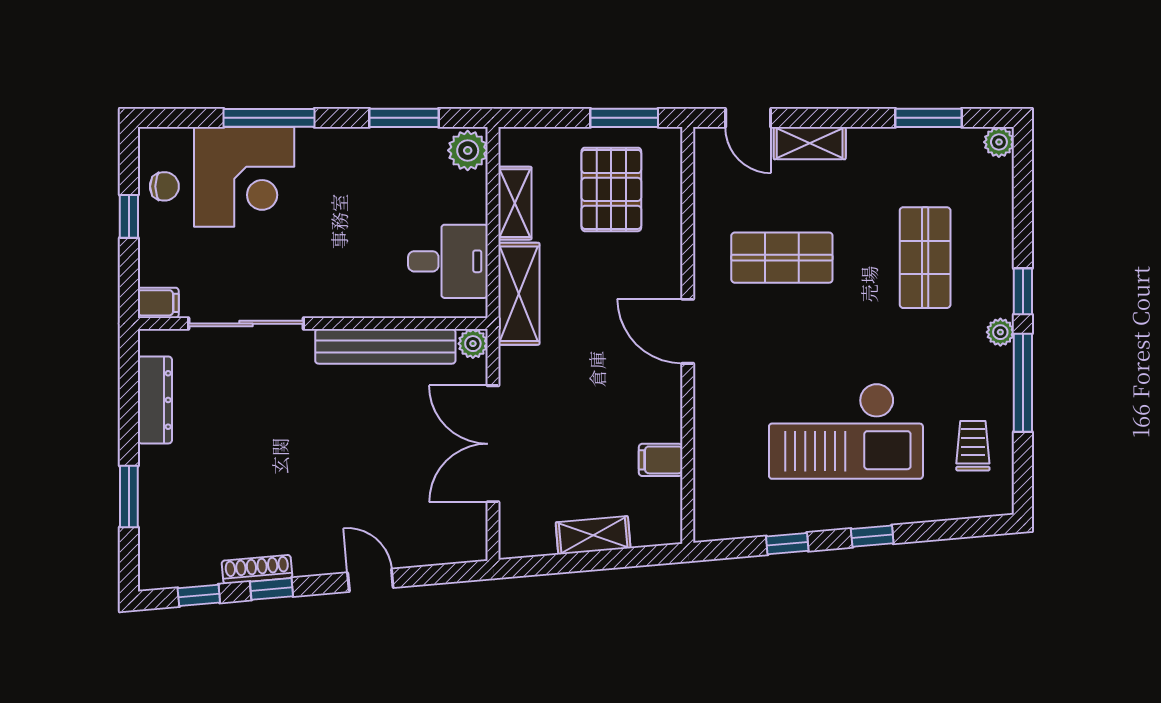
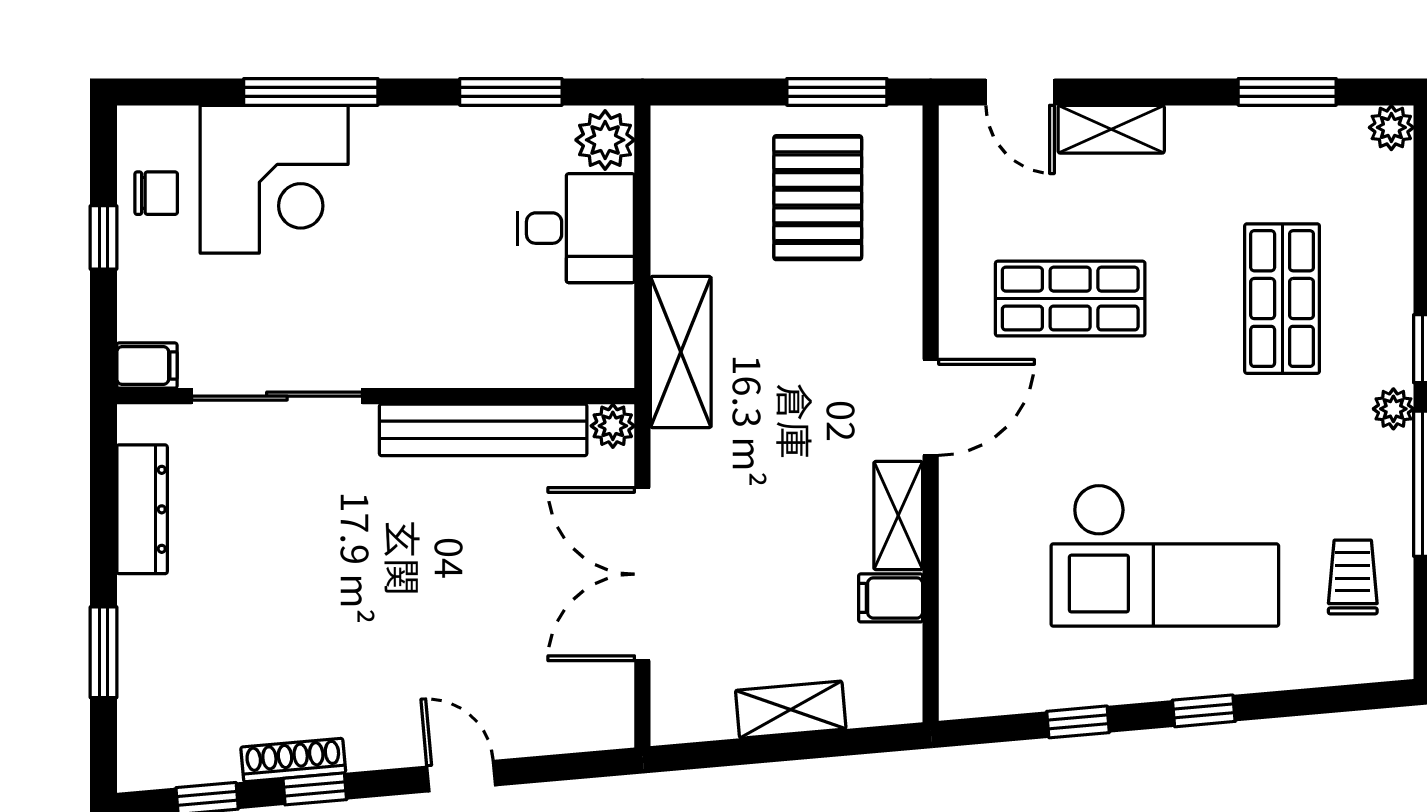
shelving: (515, 203) -> (898, 516), moved
desk: (448, 261) -> (576, 228), moved
door: (688, 331) -> (931, 407), swing flipped

